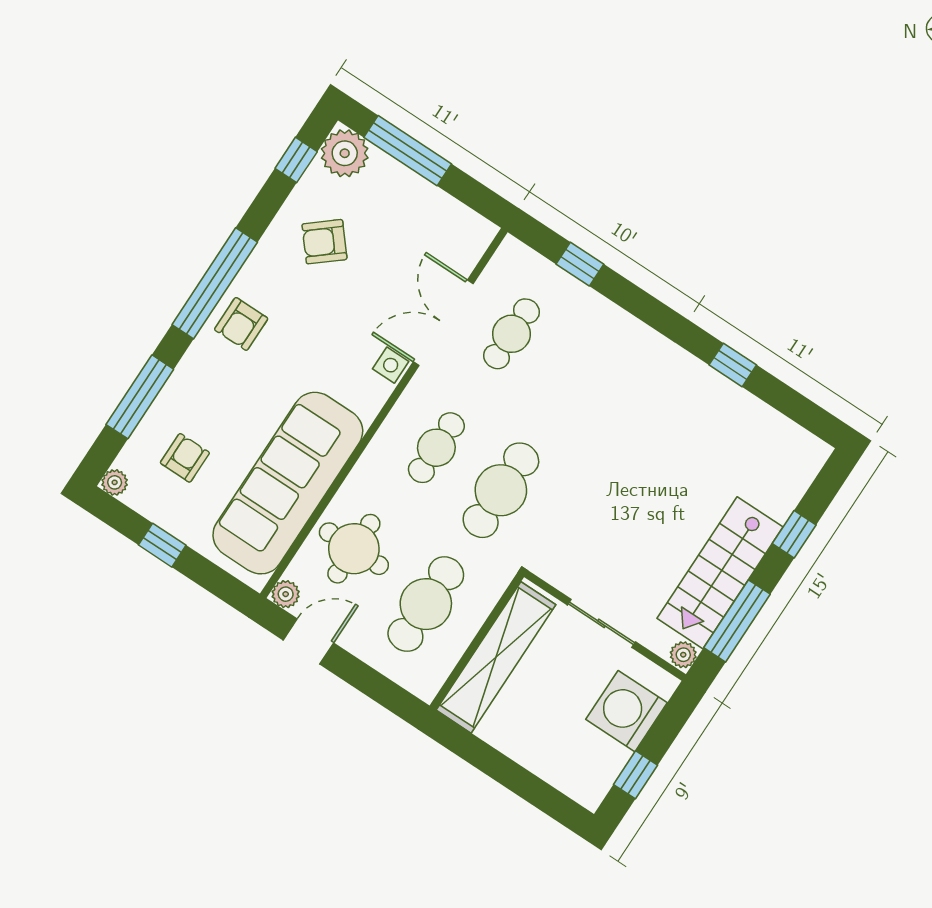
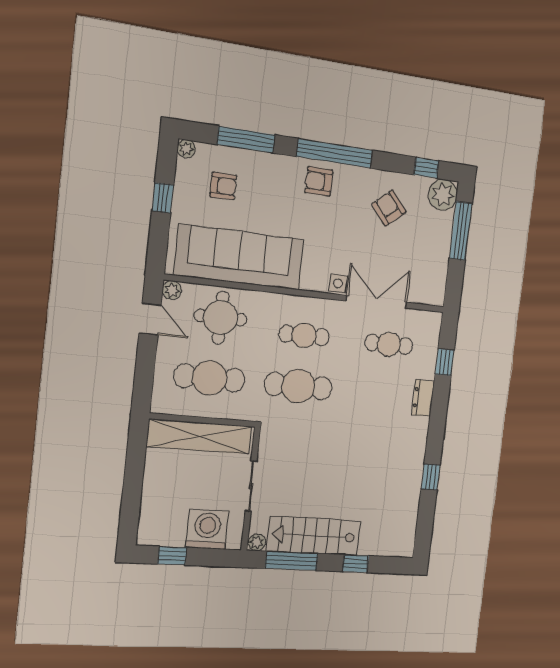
dresser: (613, 321) -> (423, 398), added

